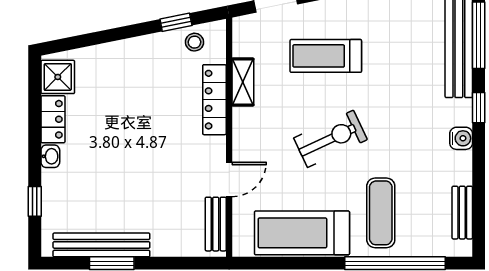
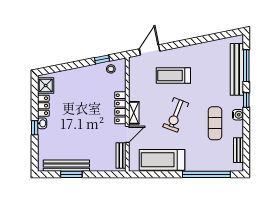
shelving: (243, 82) -> (134, 113), moved
locker: (214, 100) -> (120, 108), moved
exercise bike: (330, 139) -> (176, 115), turned 136
window: (35, 201) -> (35, 128), moved
exercise mat: (381, 213) -> (215, 123), moved

